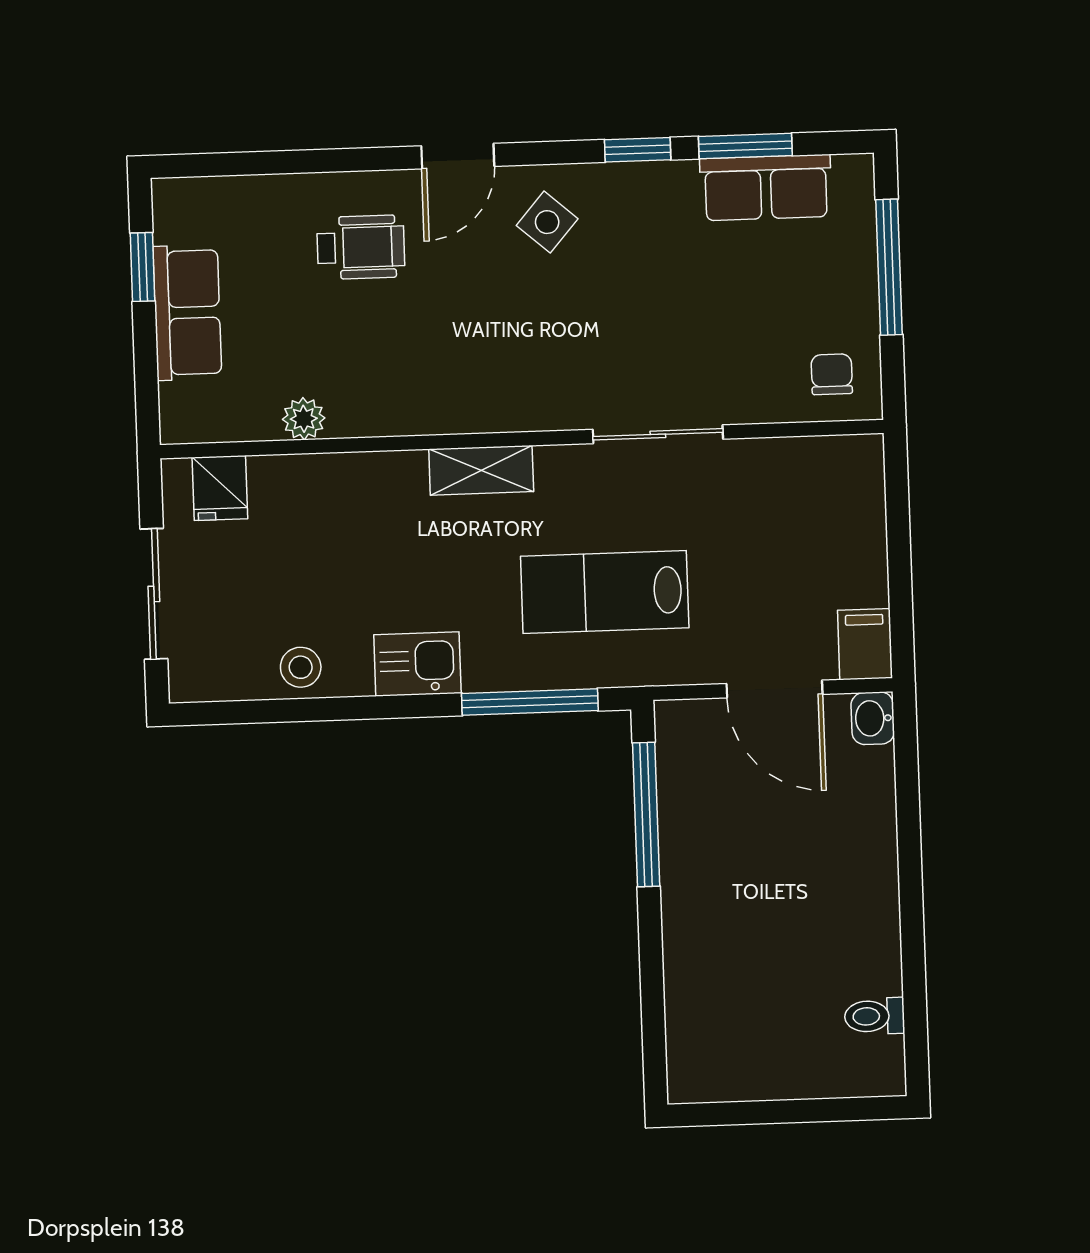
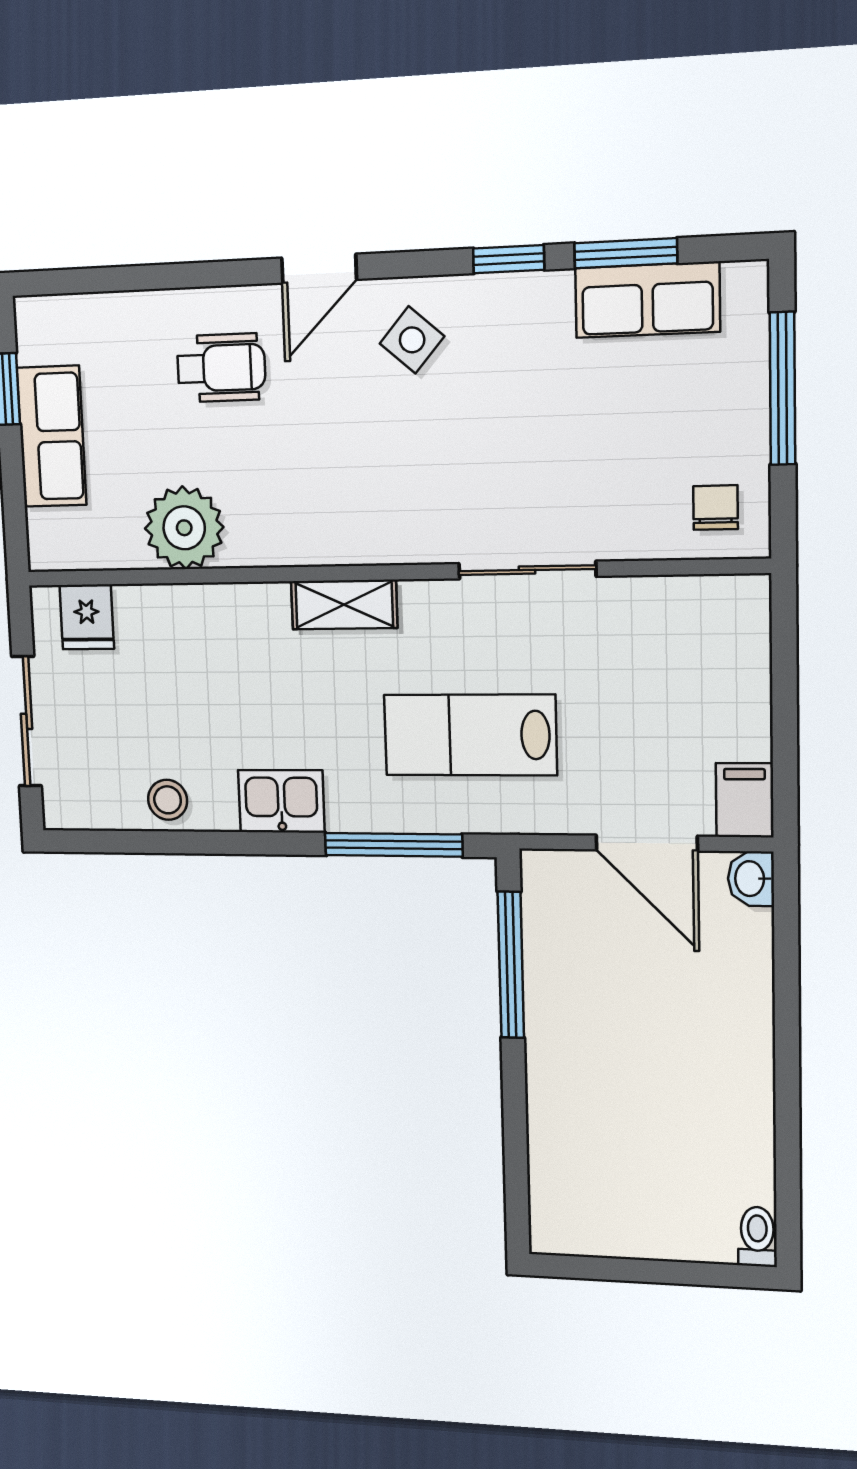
plant: (304, 419) -> (184, 528), width x1.88, depth x1.88
toilet: (875, 1016) -> (757, 1237), moved, turned 90

